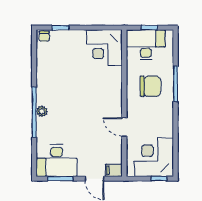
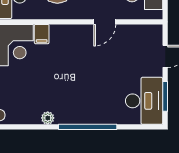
plant: (42, 111) -> (48, 118), moved
filing cabinet: (114, 170) -> (42, 34), moved

